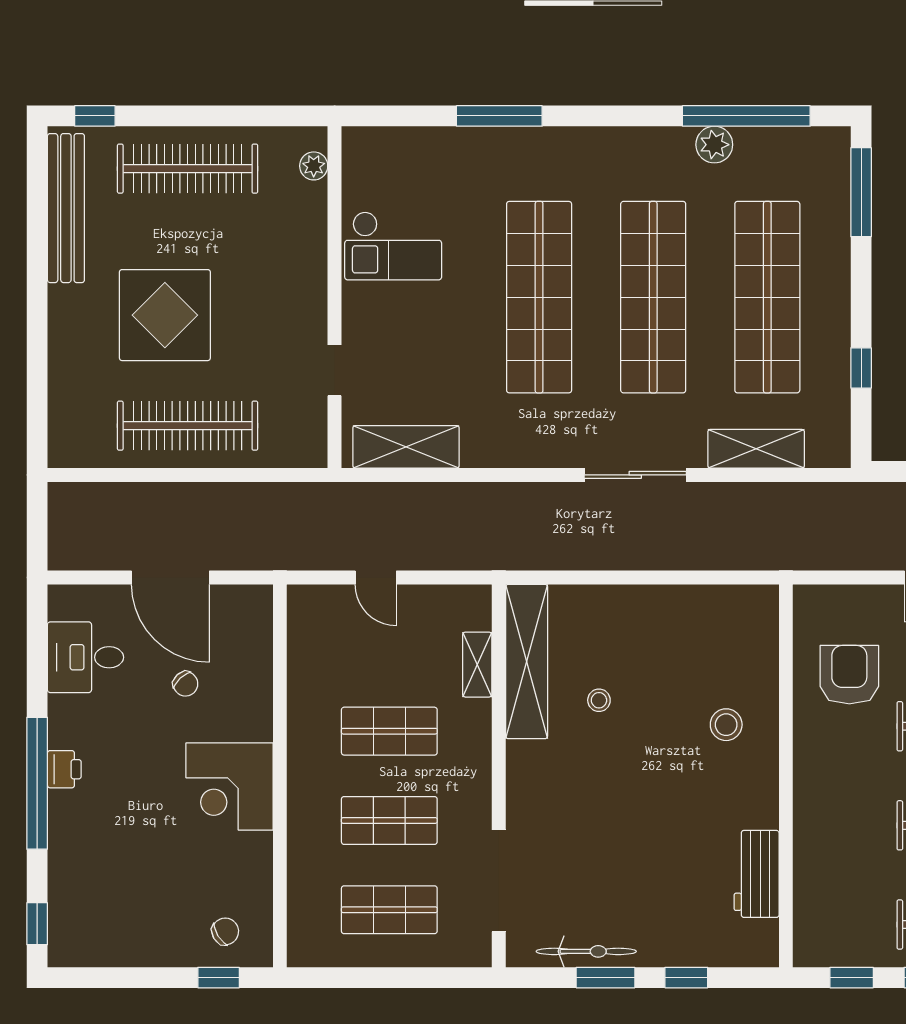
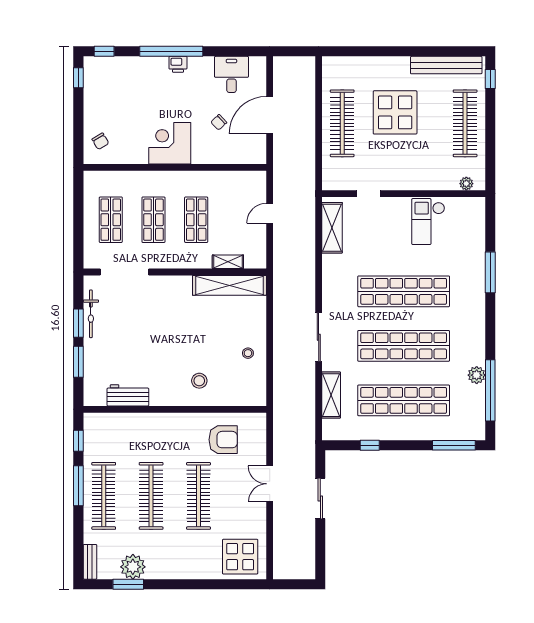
stool: (599, 700) -> (248, 353), moved
window: (219, 978) -> (78, 78), moved
window: (686, 978) -> (78, 362), width x1.50

